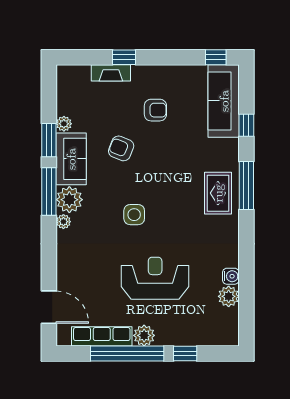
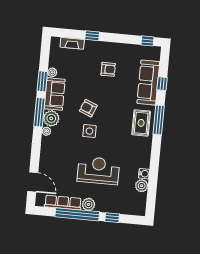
fireplace: (111, 73) -> (72, 43), moved
sofa: (224, 101) -> (148, 83), moved
armchair: (121, 148) -> (88, 108), moved

